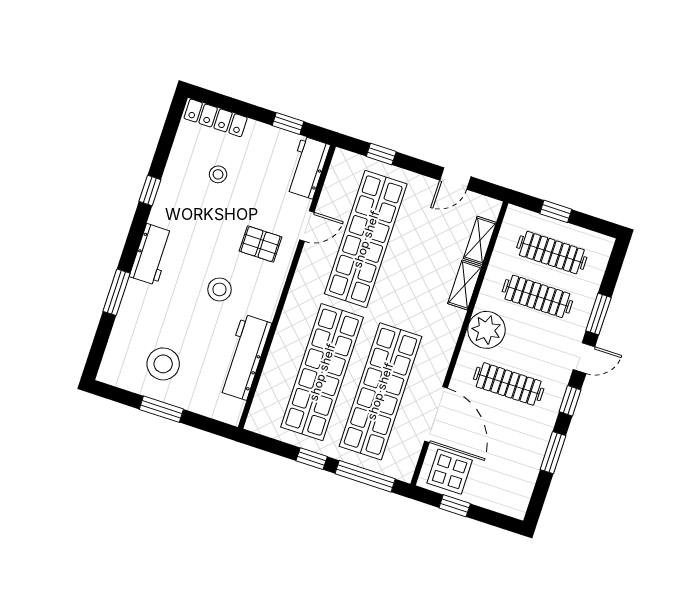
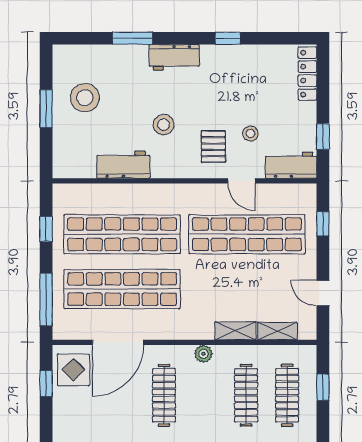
stool: (218, 174) -> (250, 134), moved
plant: (486, 330) -> (204, 354), width x0.53, depth x0.53
workbench: (245, 357) -> (123, 165), width x0.73
window: (312, 459) -> (46, 229), moved

